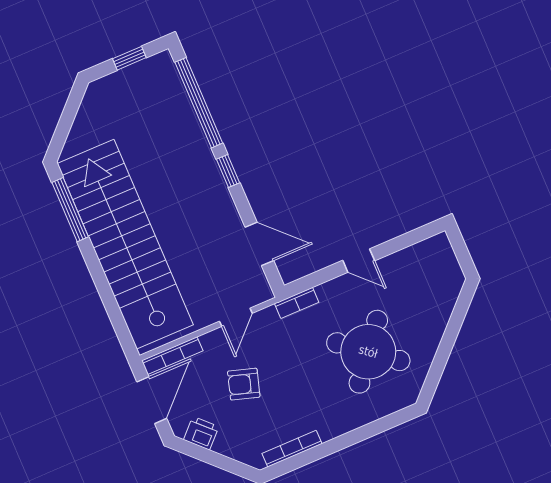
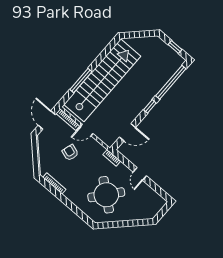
window: (70, 210) -> (81, 81), moved
door: (259, 244) -> (128, 132), hinge flipped
door: (236, 317) -> (87, 130), moved
door: (152, 400) -> (47, 120), swing flipped
printer: (201, 433) -> (43, 145), removed

